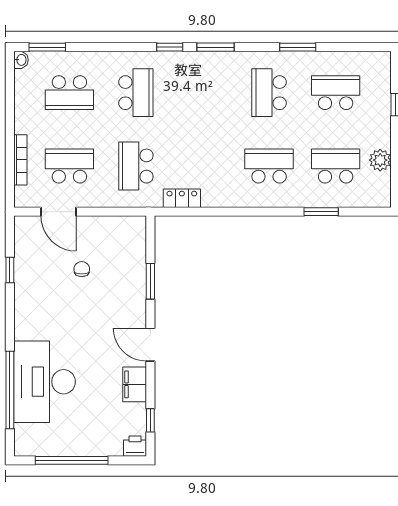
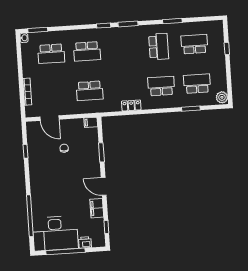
school desk: (136, 93) -> (87, 51), turned 90
school desk: (269, 93) -> (159, 47), turned 180
plant: (380, 160) -> (222, 97), moved
school desk: (69, 166) -> (54, 93), removed
school desk: (136, 166) -> (90, 91), turned -90
locker: (182, 198) -> (131, 105), moved
filing cabinet: (134, 225) -> (91, 122), added
desk: (45, 382) -> (55, 233), moved, turned -90
printer: (135, 446) -> (85, 242), moved

